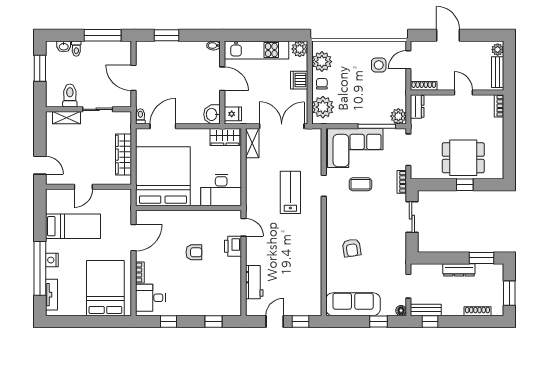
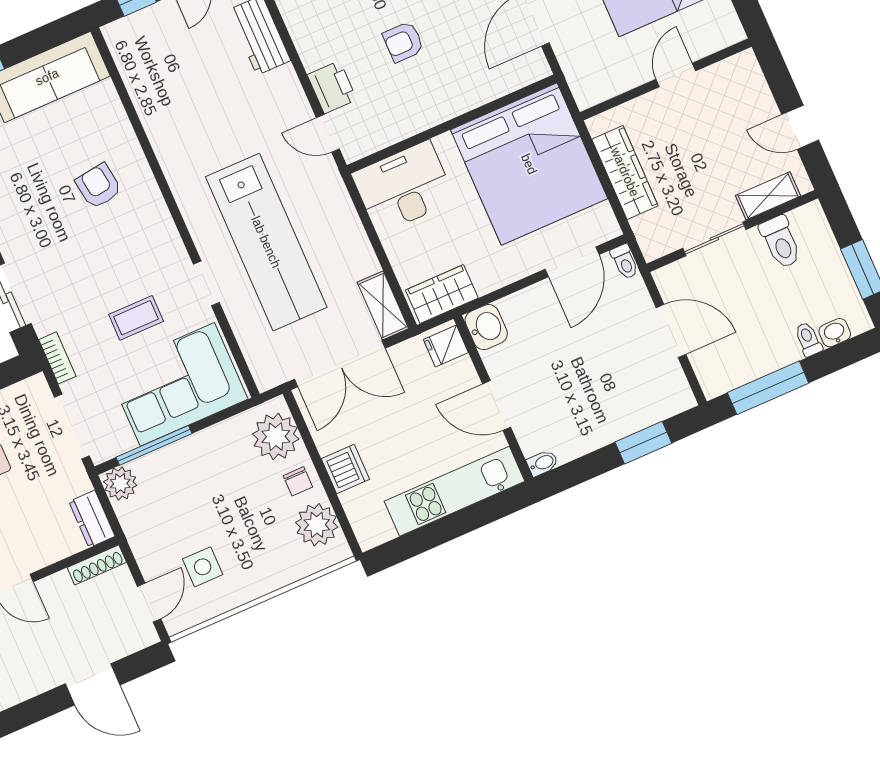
plant: (300, 49) -> (371, 530), removed
door: (40, 165) -> (800, 127), moved
lab bench: (290, 192) -> (266, 242), width x1.86, depth x1.39

